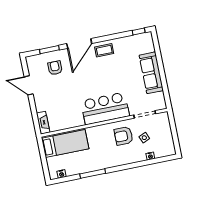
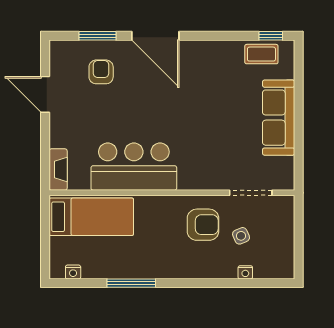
door: (79, 44) -> (155, 36), hinge flipped
coffee table: (104, 50) -> (261, 54), moved
bar counter: (105, 108) -> (134, 167), moved
armchair: (124, 136) -> (203, 225), turned 180

